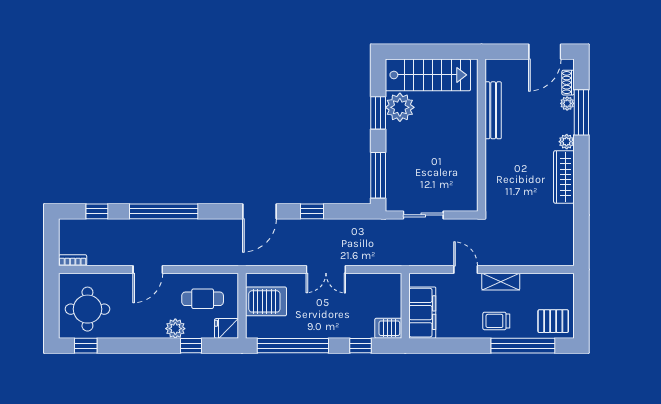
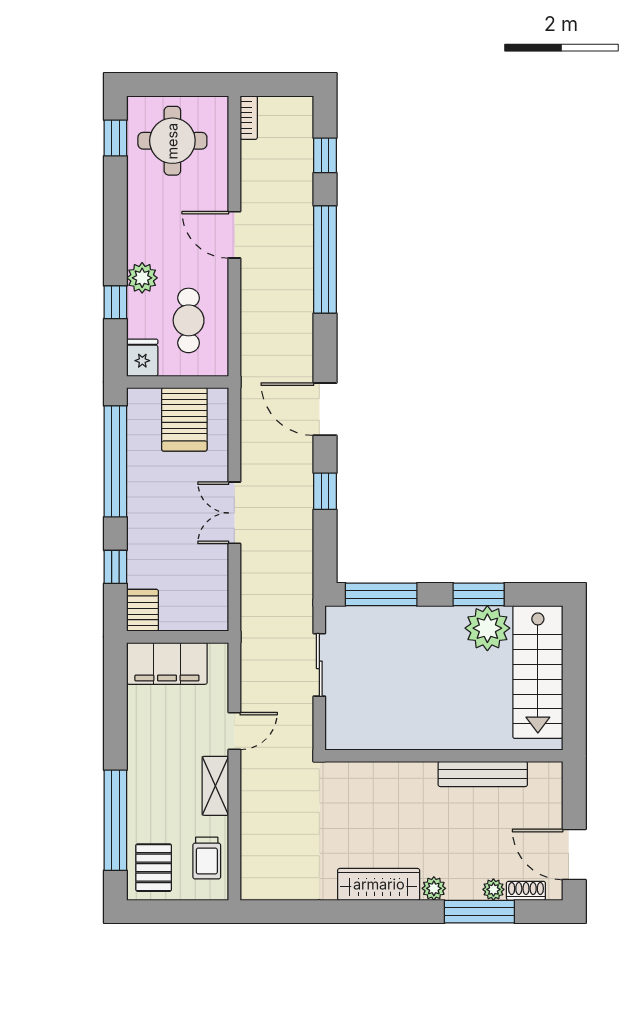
trolley: (496, 321) -> (207, 858), moved, turned 180

